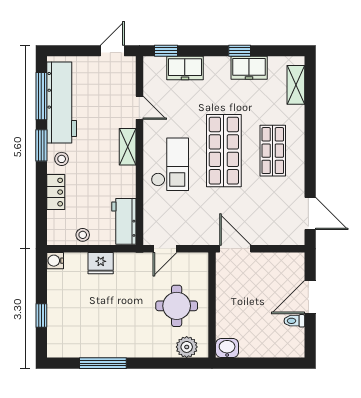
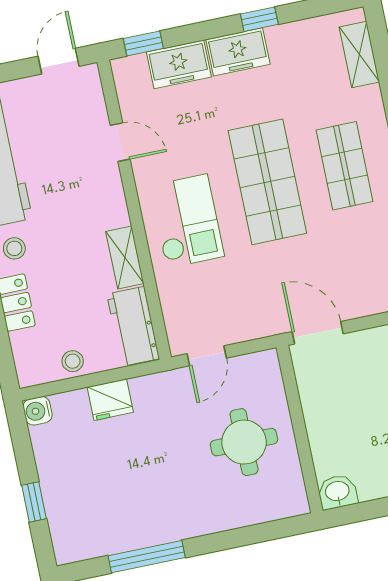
freezer: (249, 68) -> (238, 52), moved
shelving: (128, 147) -> (125, 258), moved
plant: (187, 347) -> (273, 504), removed

